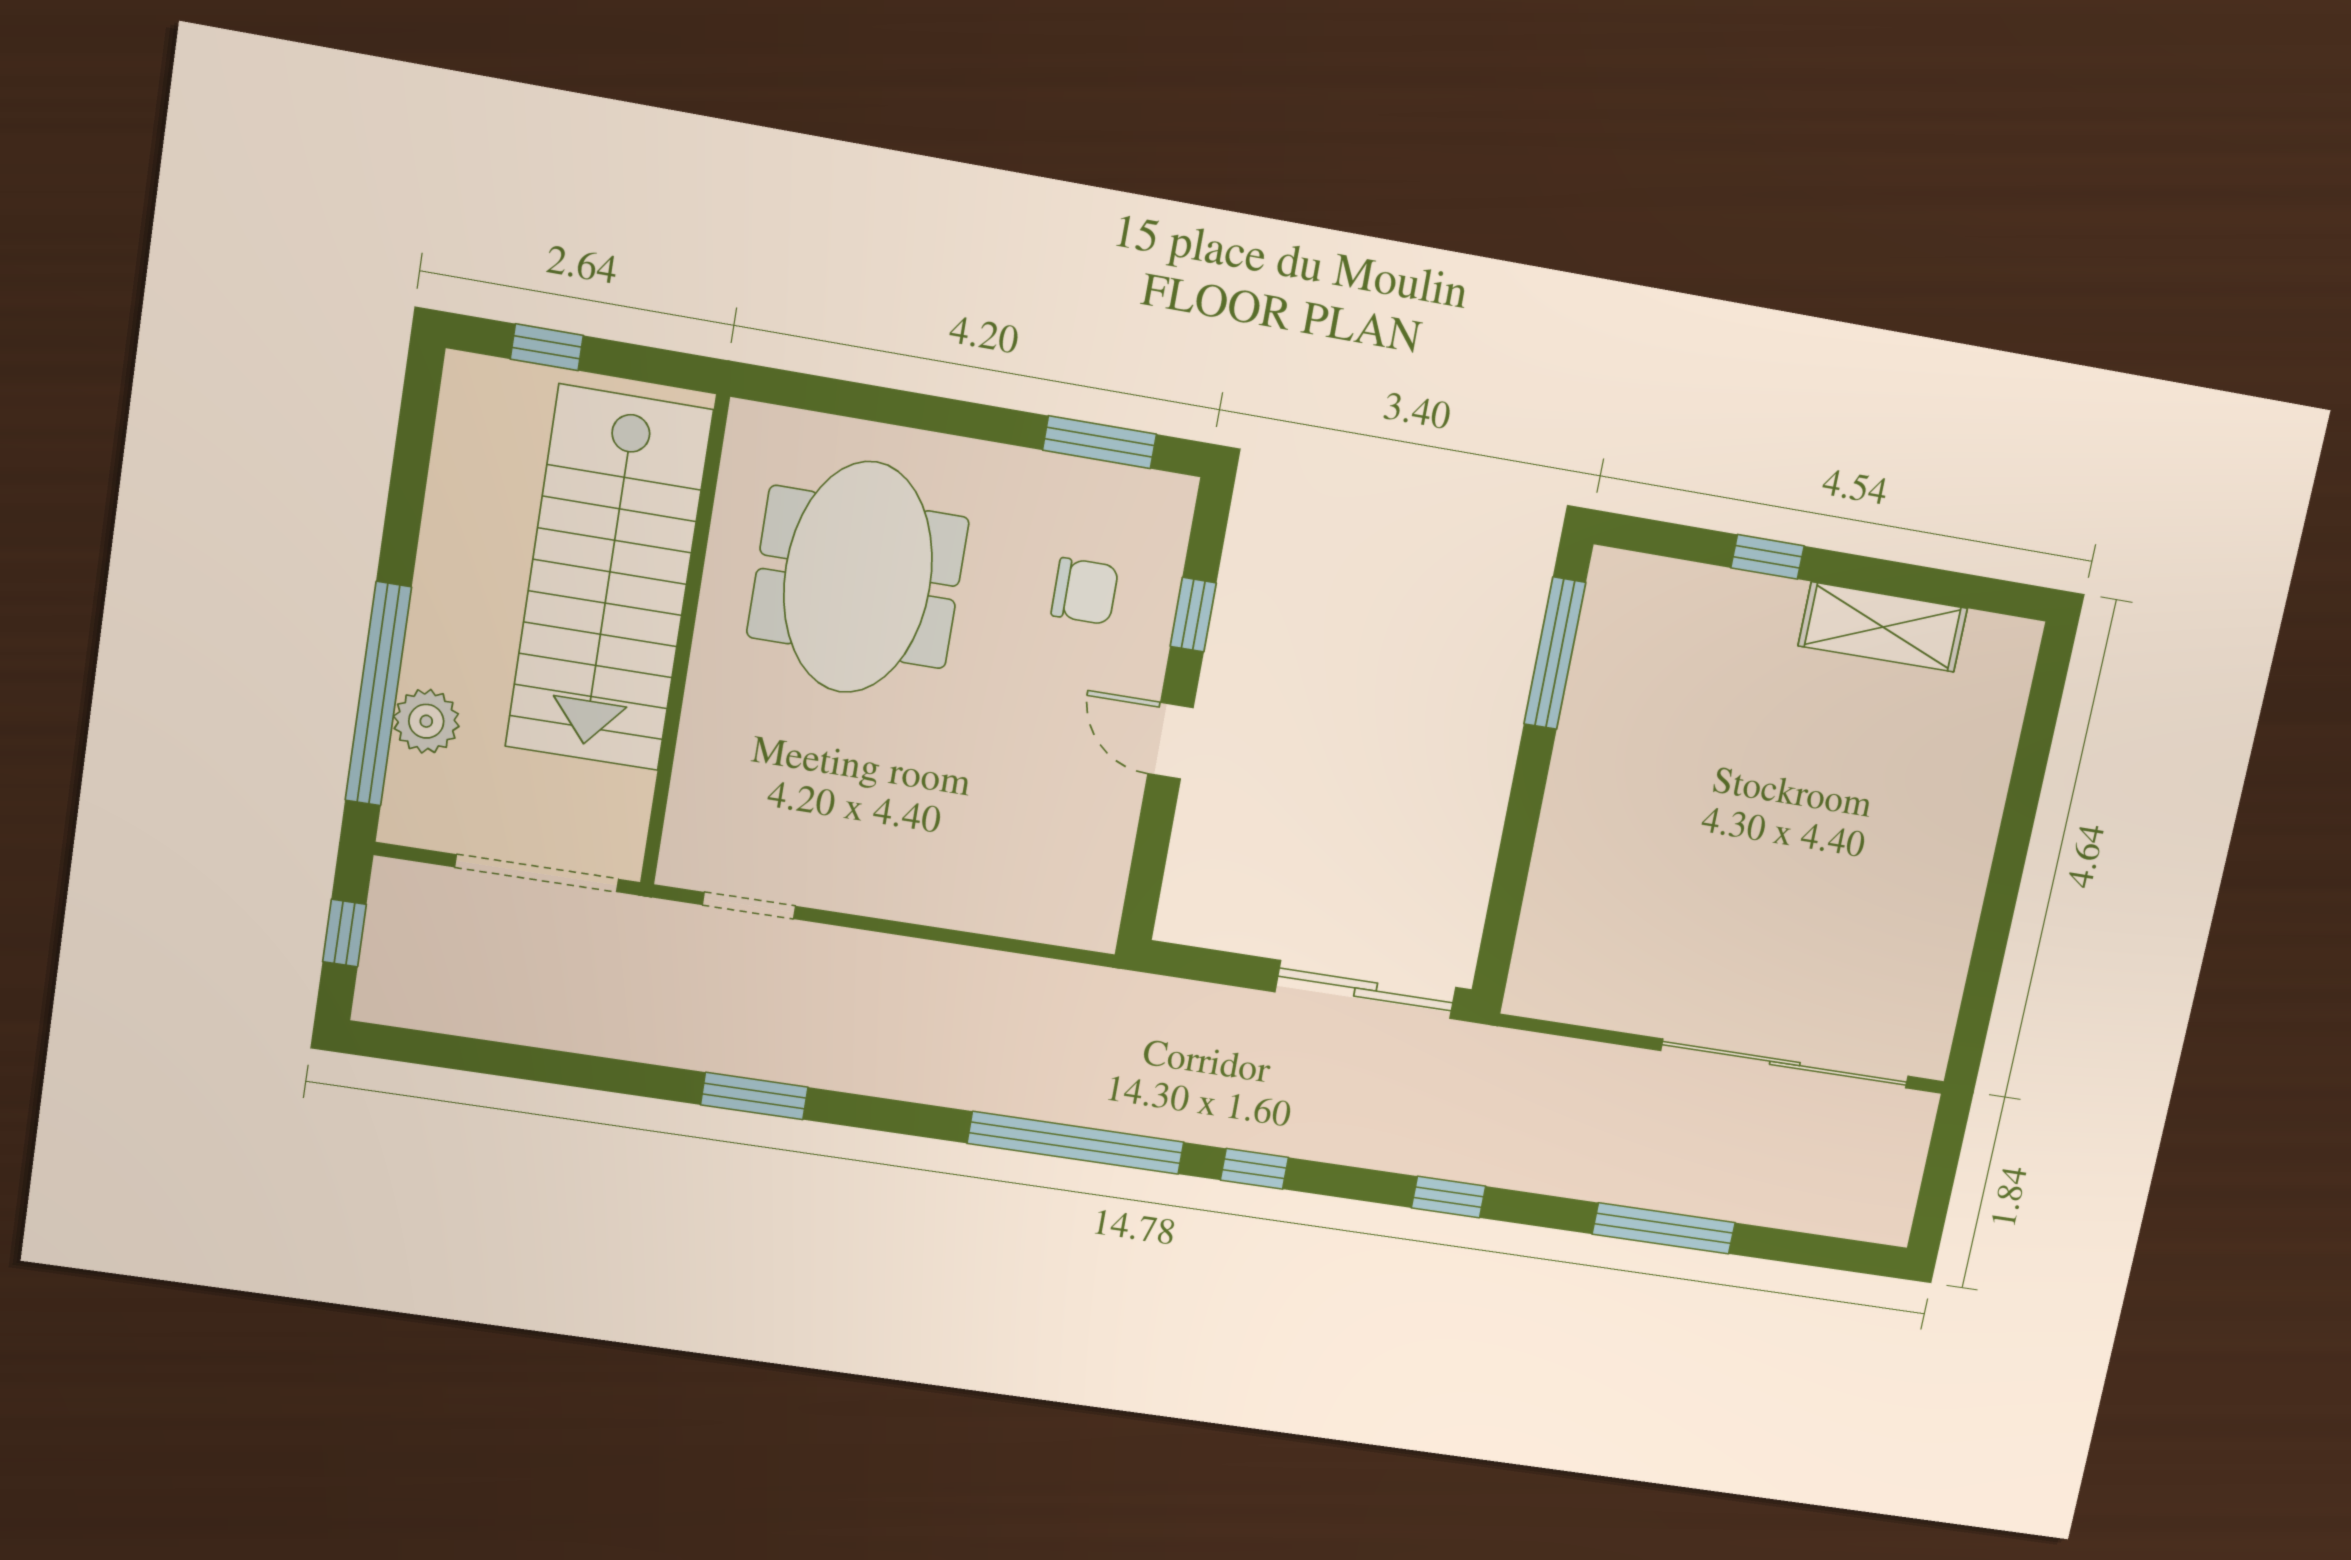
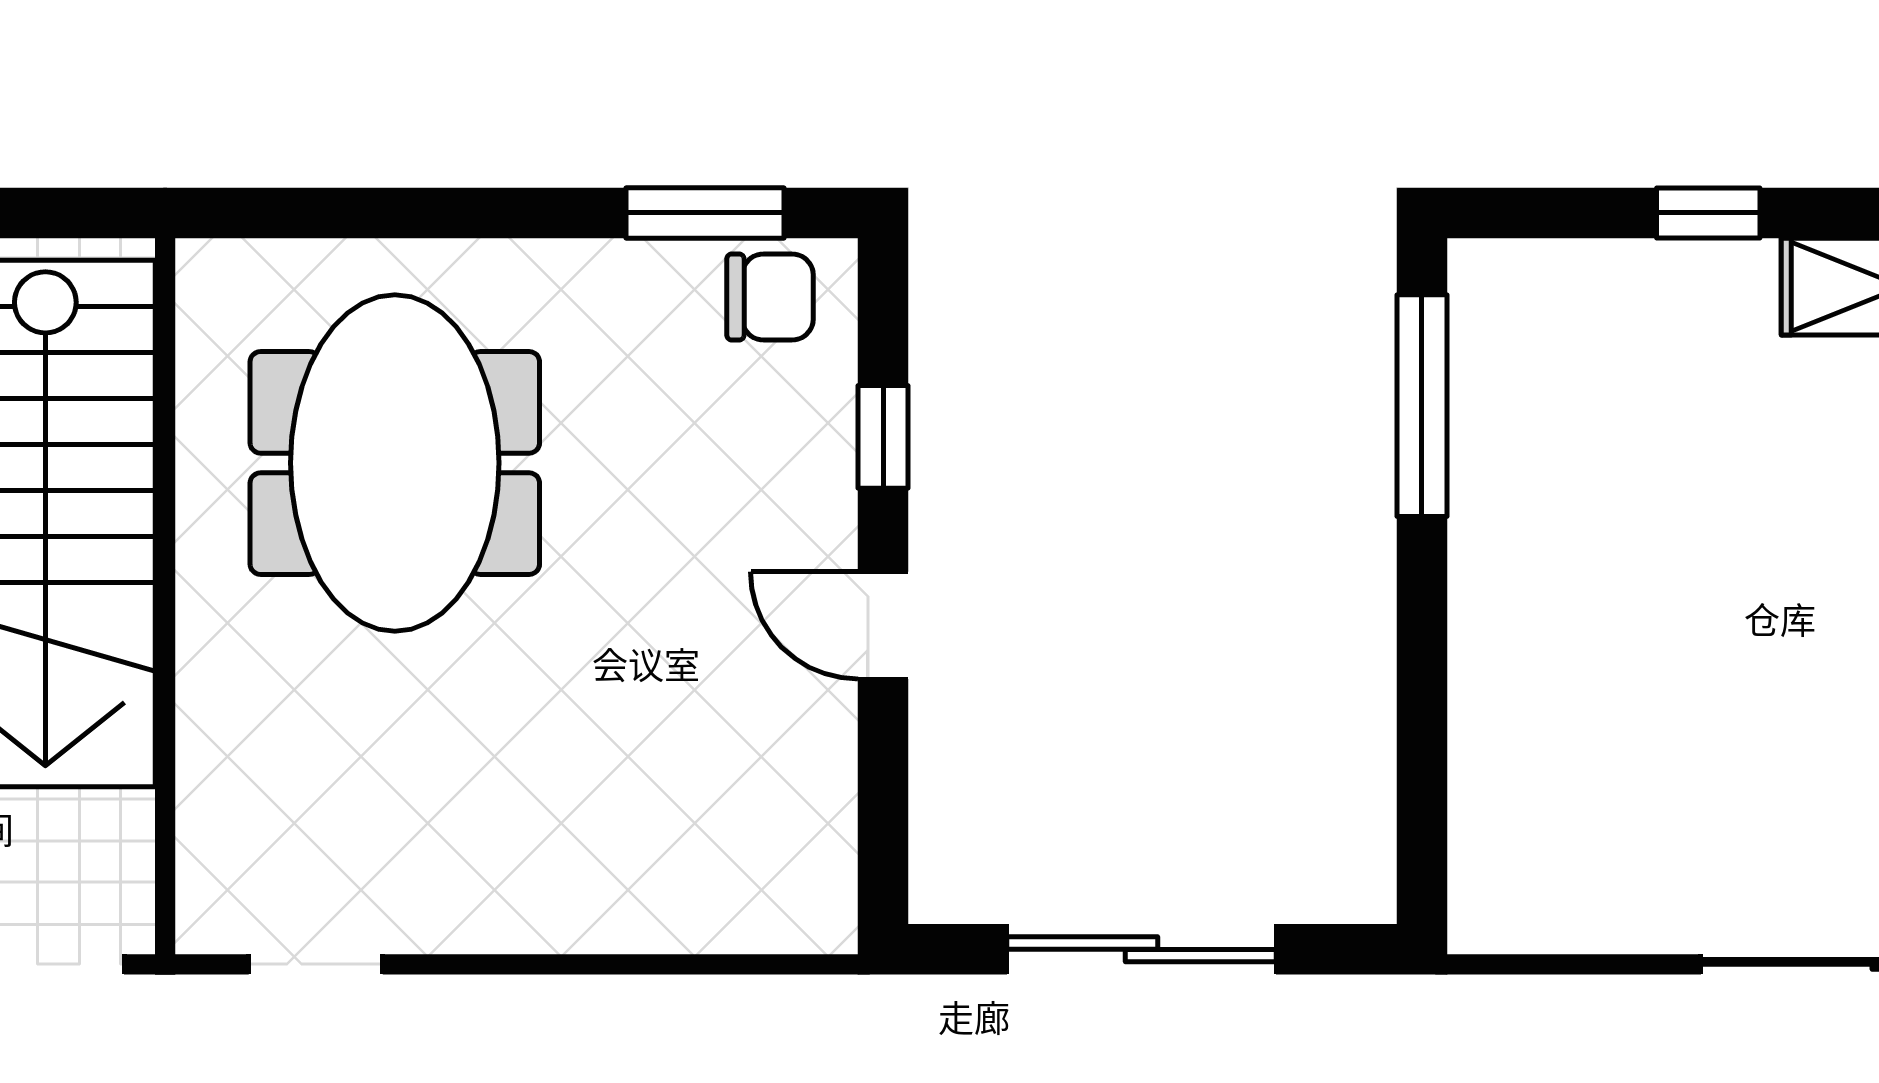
chair: (1085, 591) -> (770, 297), moved
sliding door: (1366, 990) -> (1142, 949), moved

